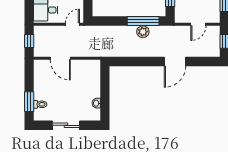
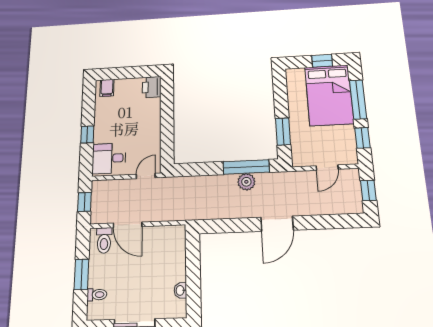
door: (175, 62) -> (277, 224), moved
toilet: (44, 68) -> (104, 240), added
window: (29, 102) -> (81, 274), moved

